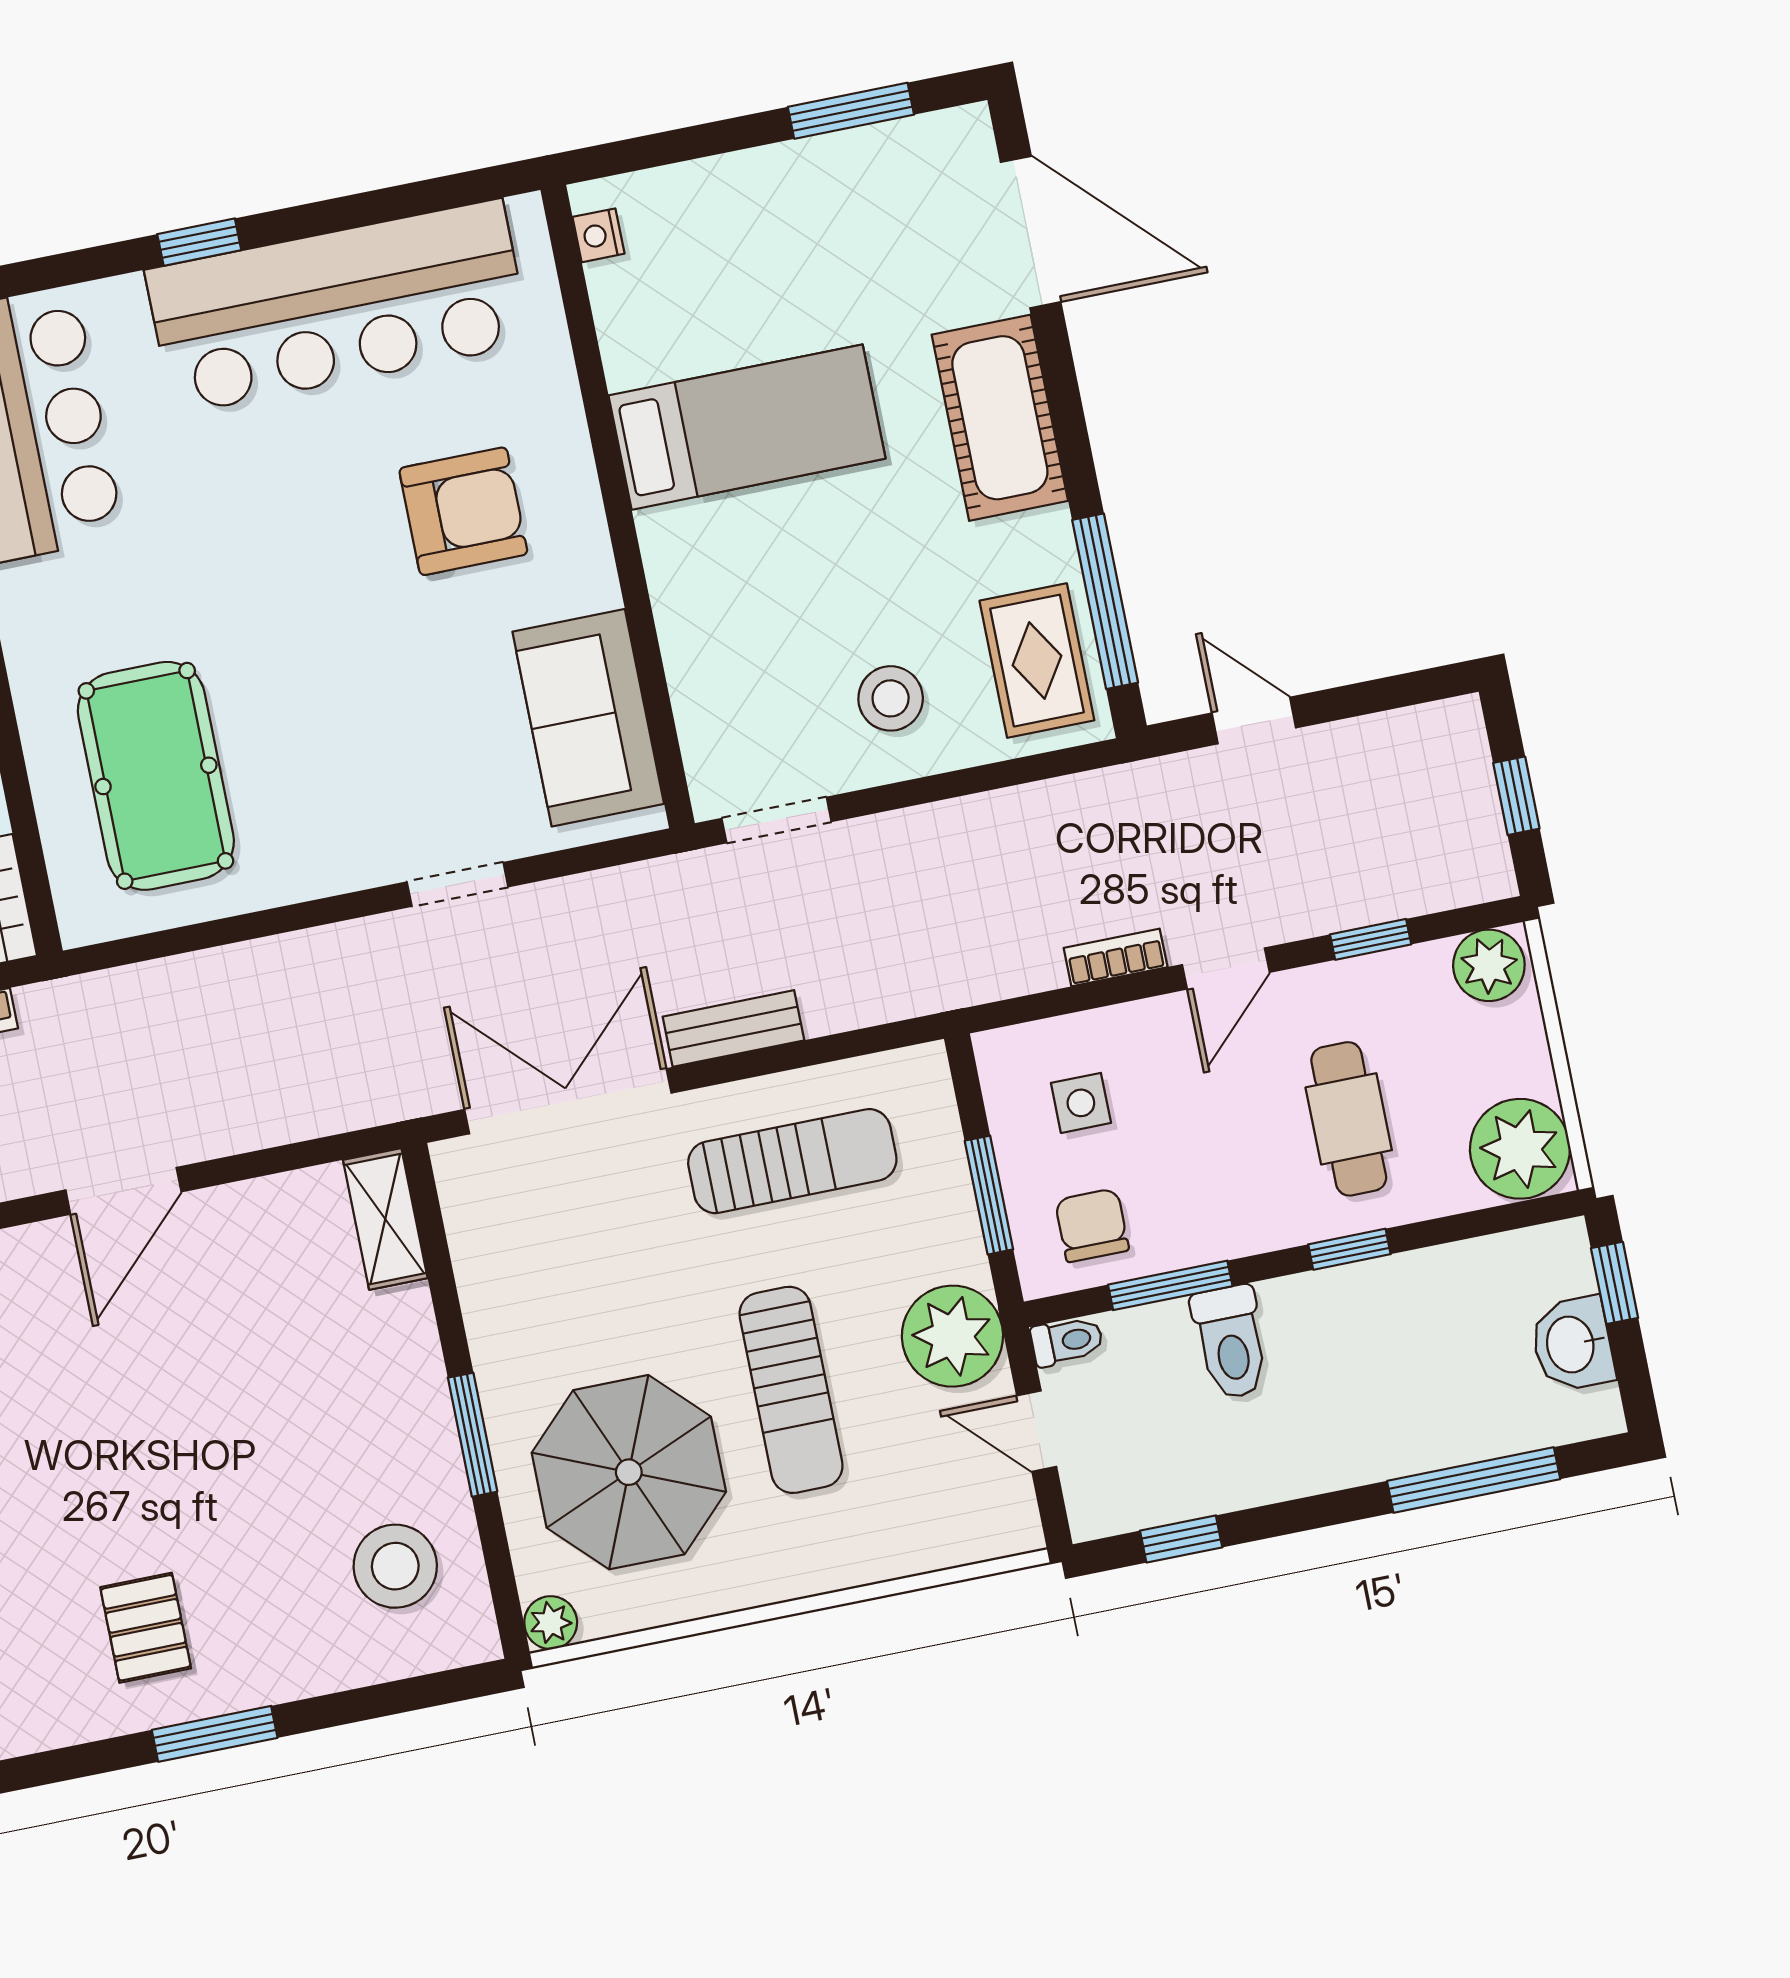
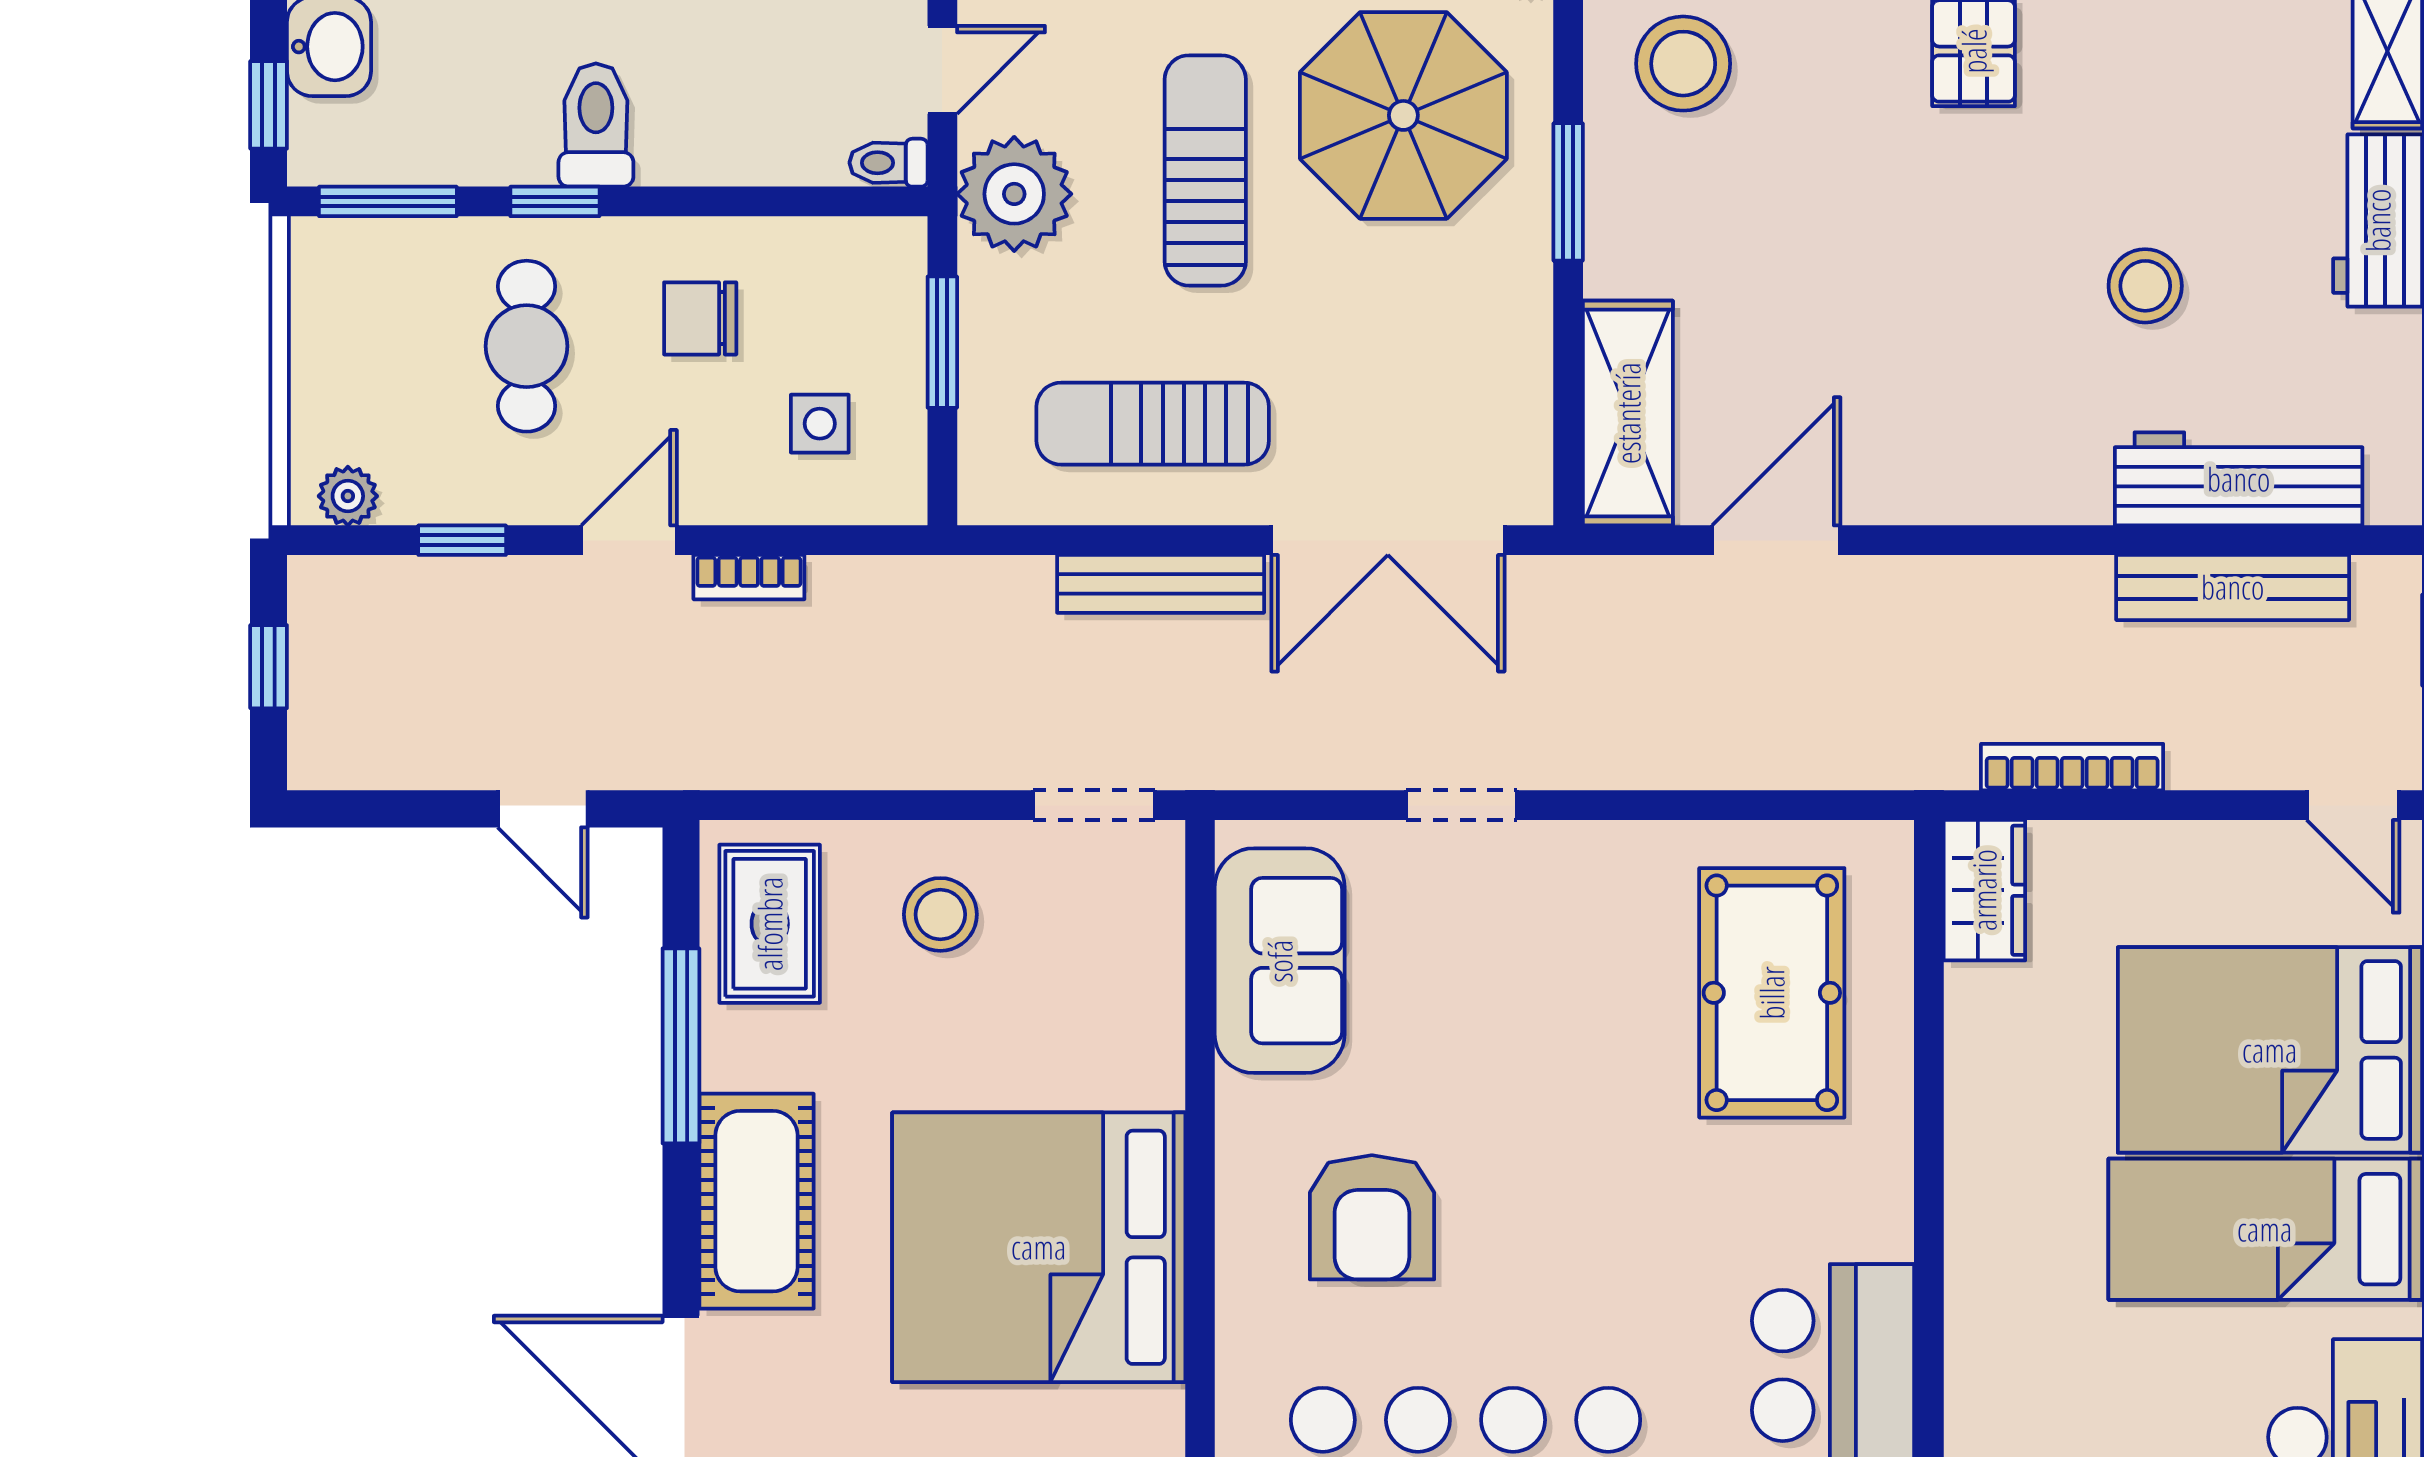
bed: (747, 427) -> (1039, 1247), width x2.04
armchair: (463, 511) -> (1372, 1217), turned -90
window: (1105, 601) -> (681, 1046), moved
plant: (1489, 965) -> (348, 496), width x0.73, depth x0.73
bench: (733, 1028) -> (1161, 584), width x1.36
plant: (1520, 1149) -> (344, 275), removed
door: (123, 1191) -> (1776, 540), moved
shelving: (385, 1219) -> (1628, 413), width x1.50, depth x1.33
chair: (1092, 1225) -> (700, 318), moved, turned 90
window: (1170, 1285) -> (388, 201), moved
toilet: (1231, 1342) -> (596, 125), moved
door: (1037, 1431) -> (942, 70), hinge flipped

